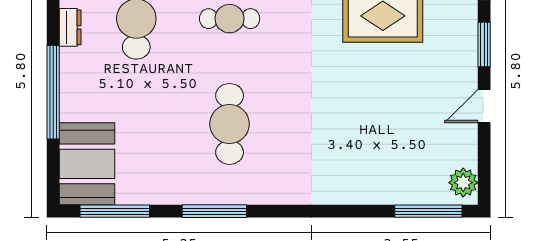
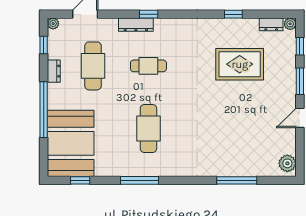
booth: (87, 164) -> (71, 143), width x1.36, depth x1.42
window: (115, 211) -> (80, 180), width x0.46
window: (428, 211) -> (237, 180), moved

